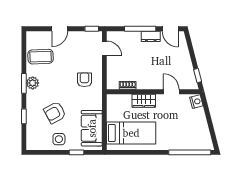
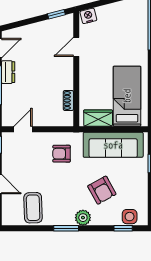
plant: (33, 83) -> (83, 218), moved
wardrobe: (144, 101) -> (98, 118), moved, turned -90
window: (24, 116) -> (123, 228), moved
sofa: (92, 128) -> (113, 145), width x1.36
side table: (59, 139) -> (130, 217), moved

